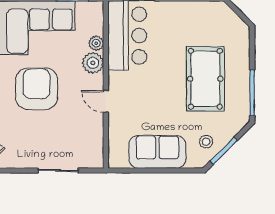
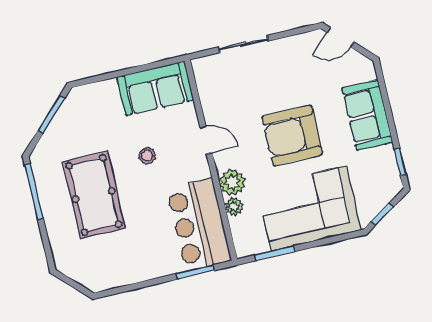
armchair: (37, 89) -> (292, 136), turned 90
stool: (206, 142) -> (147, 156), moved
sofa: (157, 152) -> (155, 88), moved

